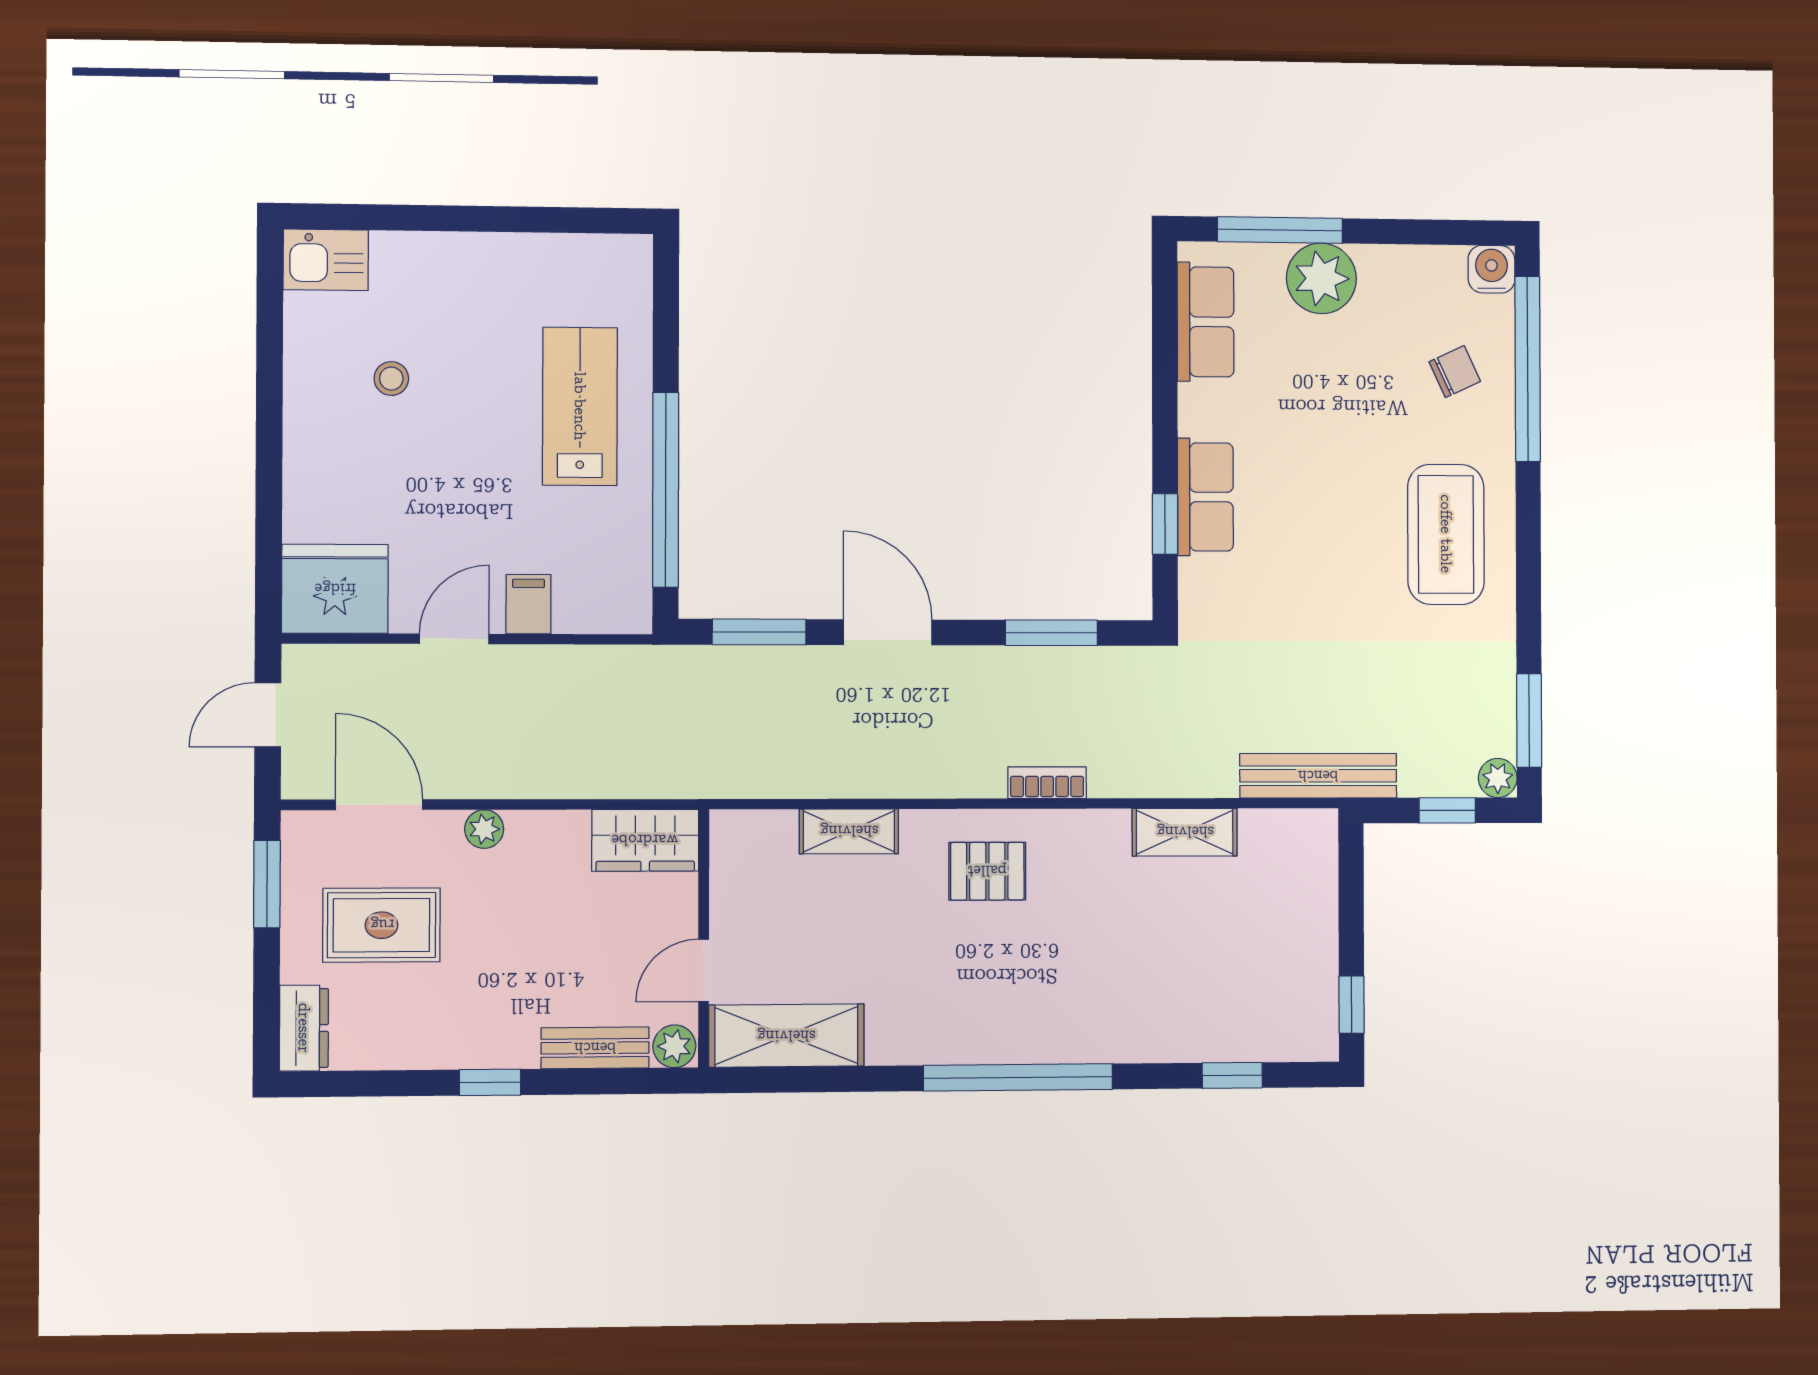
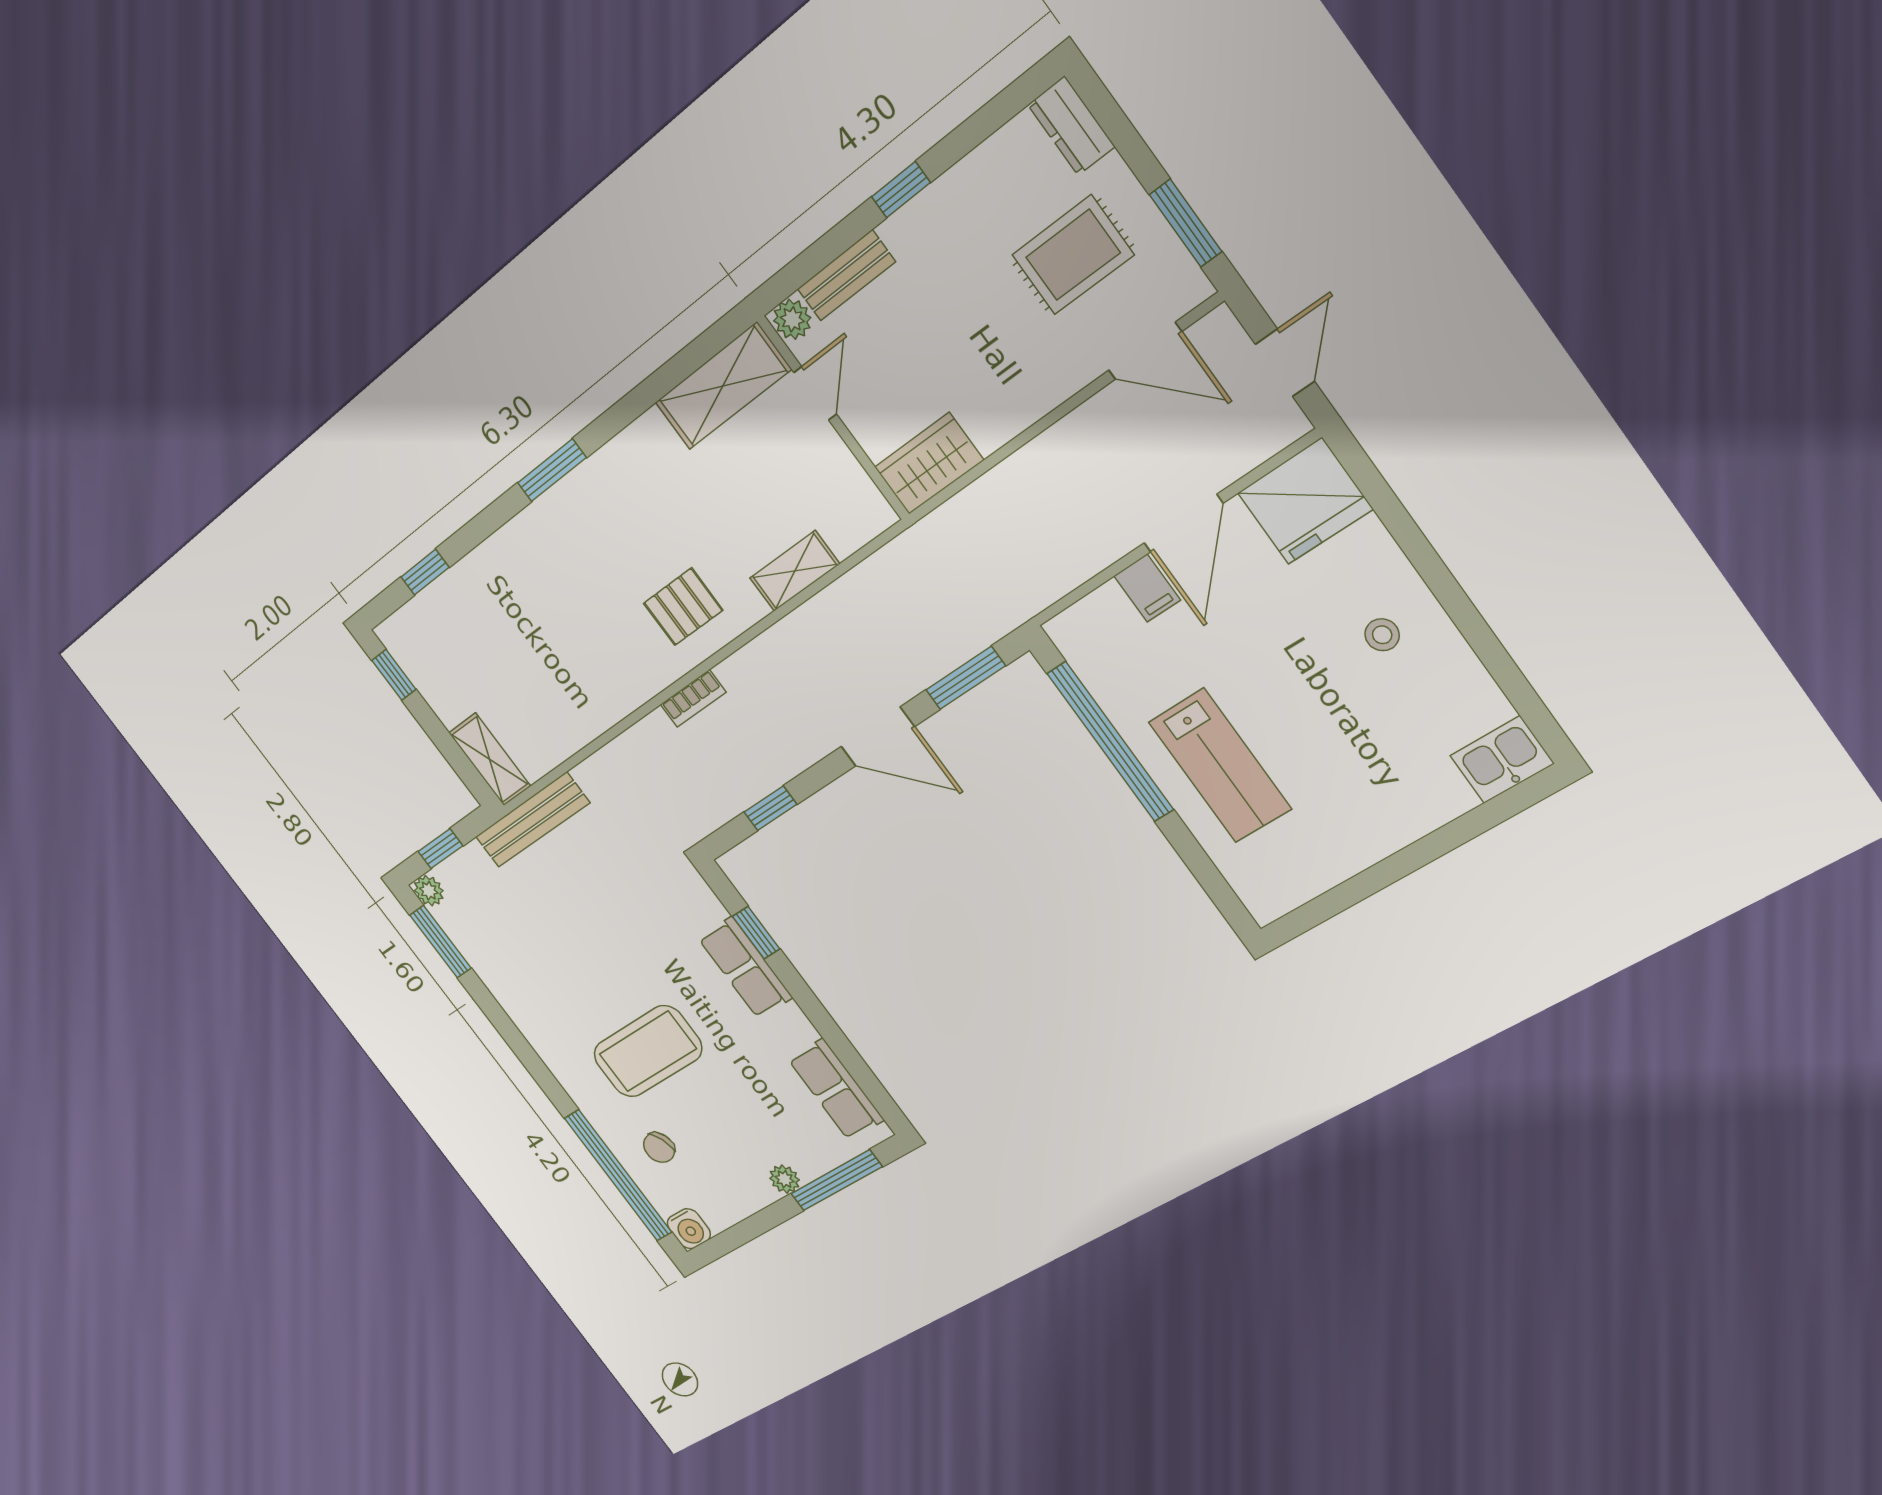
plant: (1321, 278) -> (784, 1179), width x0.53, depth x0.53
stool: (391, 379) -> (1382, 635), moved
coffee table: (1446, 534) -> (648, 1051), moved, turned 90
window: (1051, 633) -> (770, 808), width x0.67
door: (454, 639) -> (1183, 523), width x1.38
plant: (484, 829) -> (1052, 388), removed
shelving: (1185, 832) -> (490, 759), moved, turned 90
window: (1018, 1077) -> (552, 470), width x0.47

